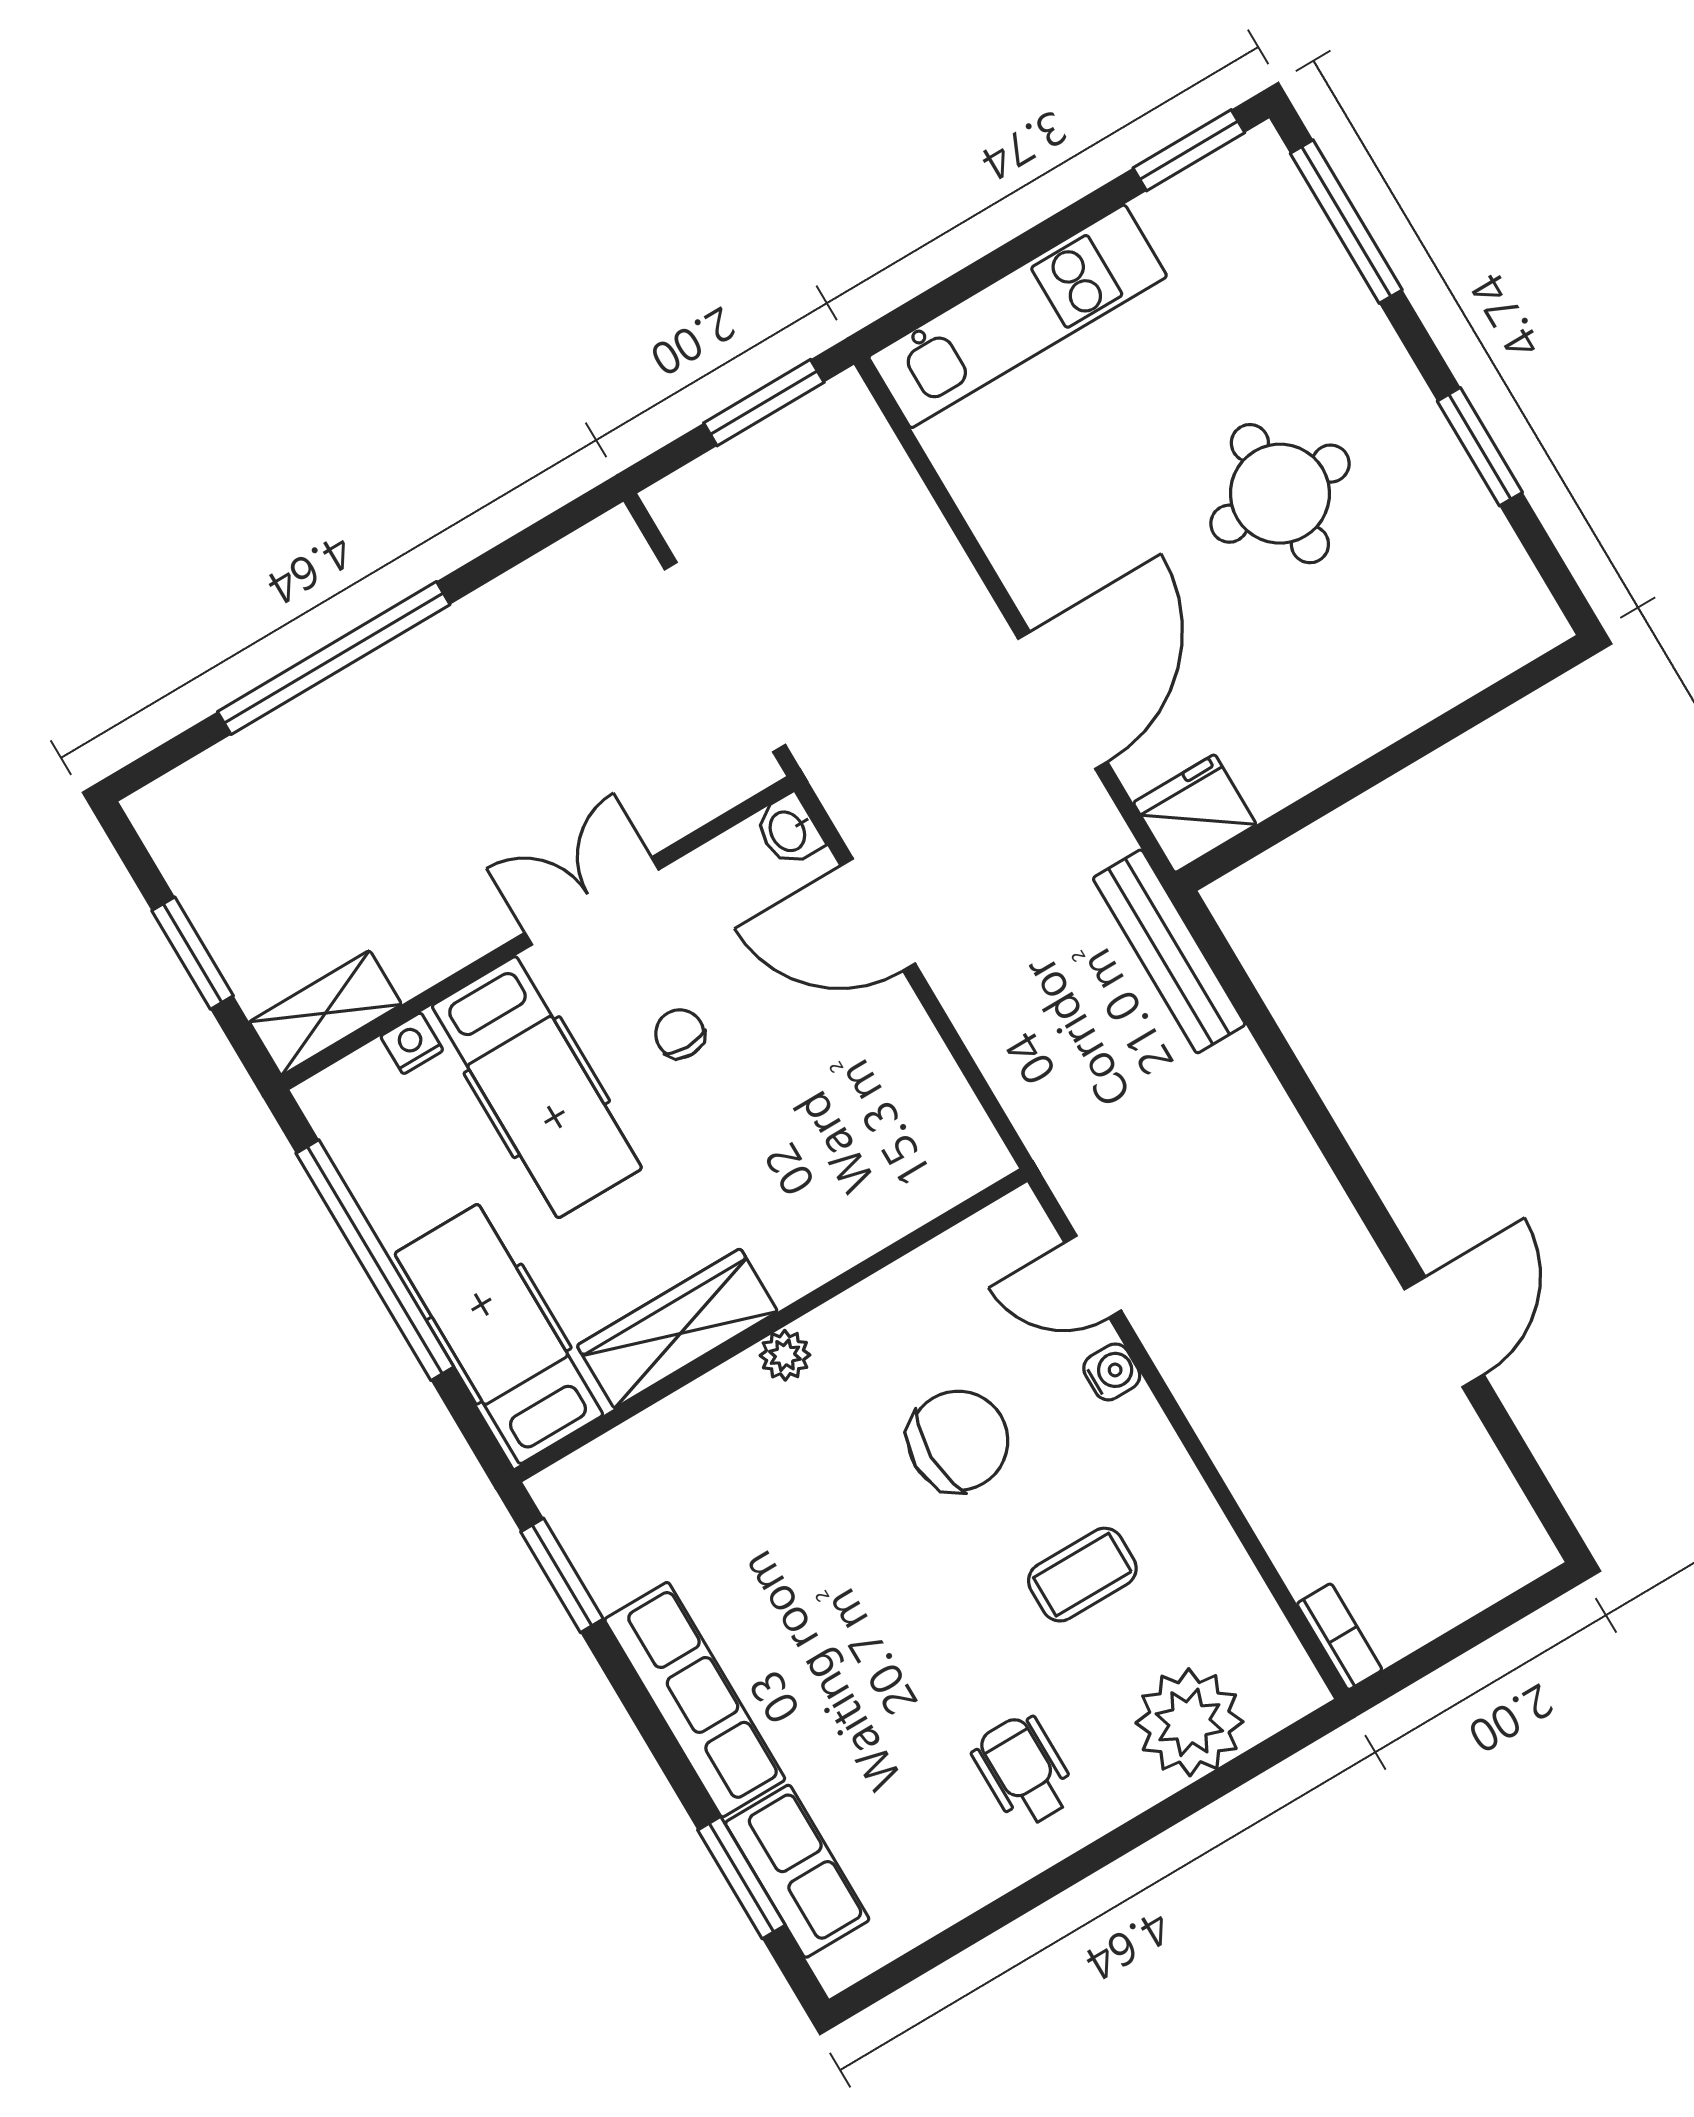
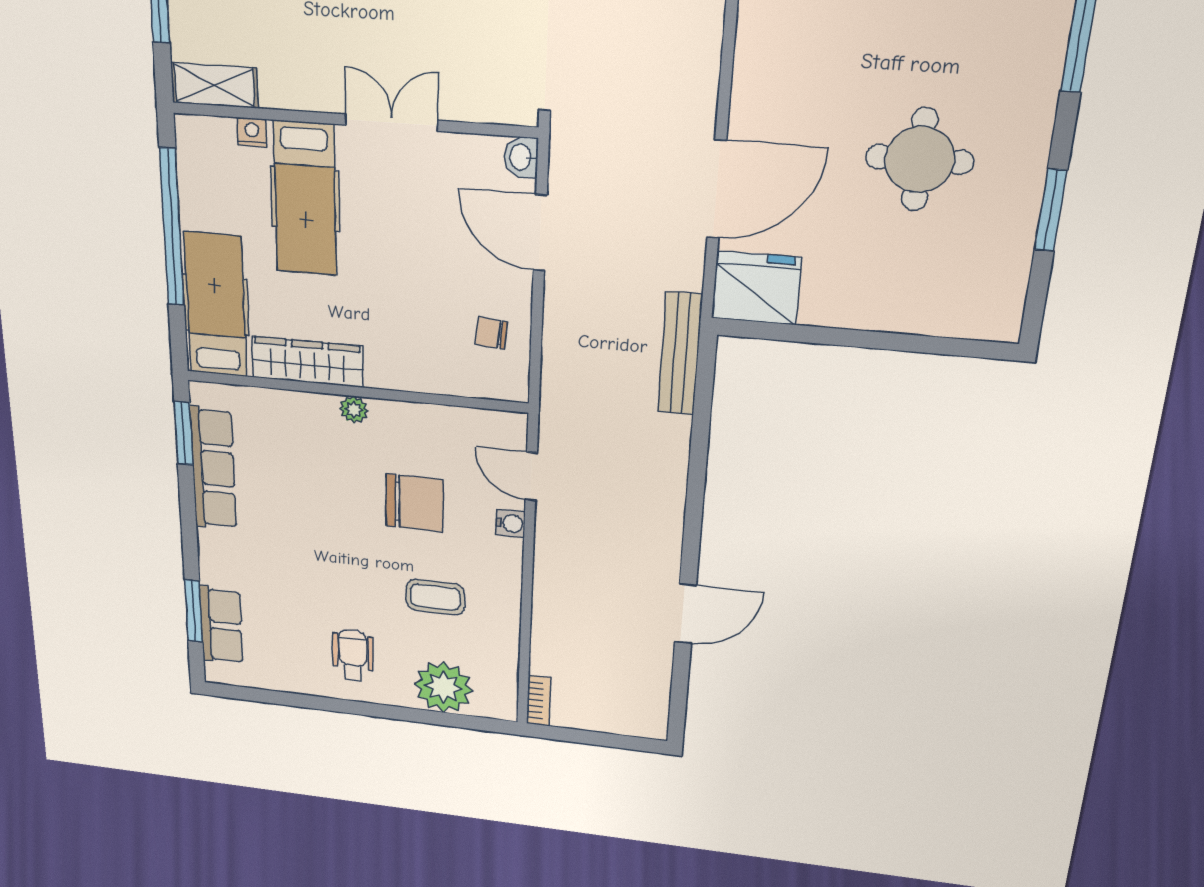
fridge: (1195, 813) -> (756, 288), width x1.36, depth x1.34
chair: (680, 1034) -> (491, 333), moved, turned -85
row of seats: (695, 1700) -> (213, 468), moved

